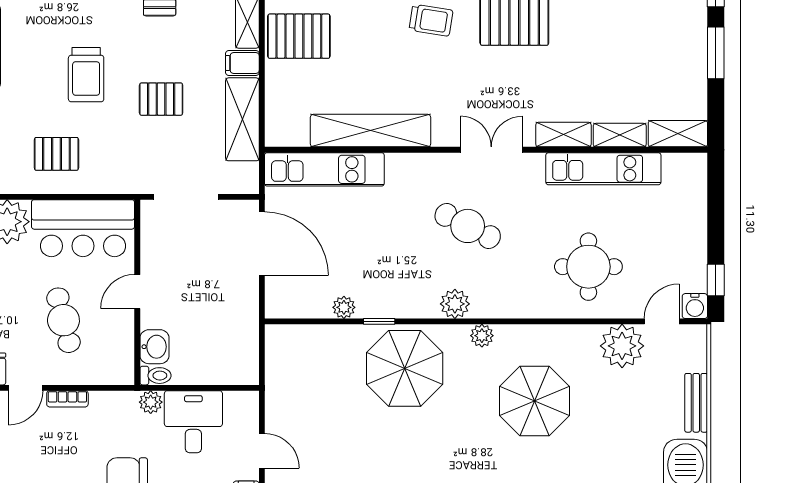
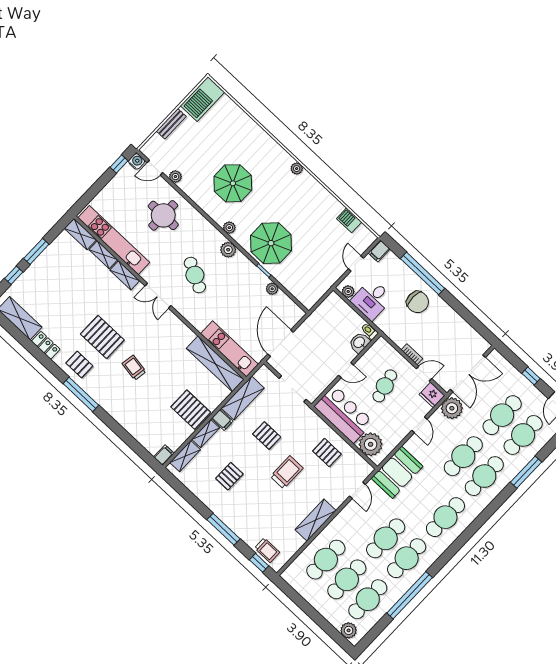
shelving: (371, 131) -> (215, 364), moved
kitchen unit: (603, 169) -> (114, 240), width x1.36
plant: (622, 346) -> (175, 177), width x0.53, depth x0.53
plant: (151, 402) -> (348, 291), moved

